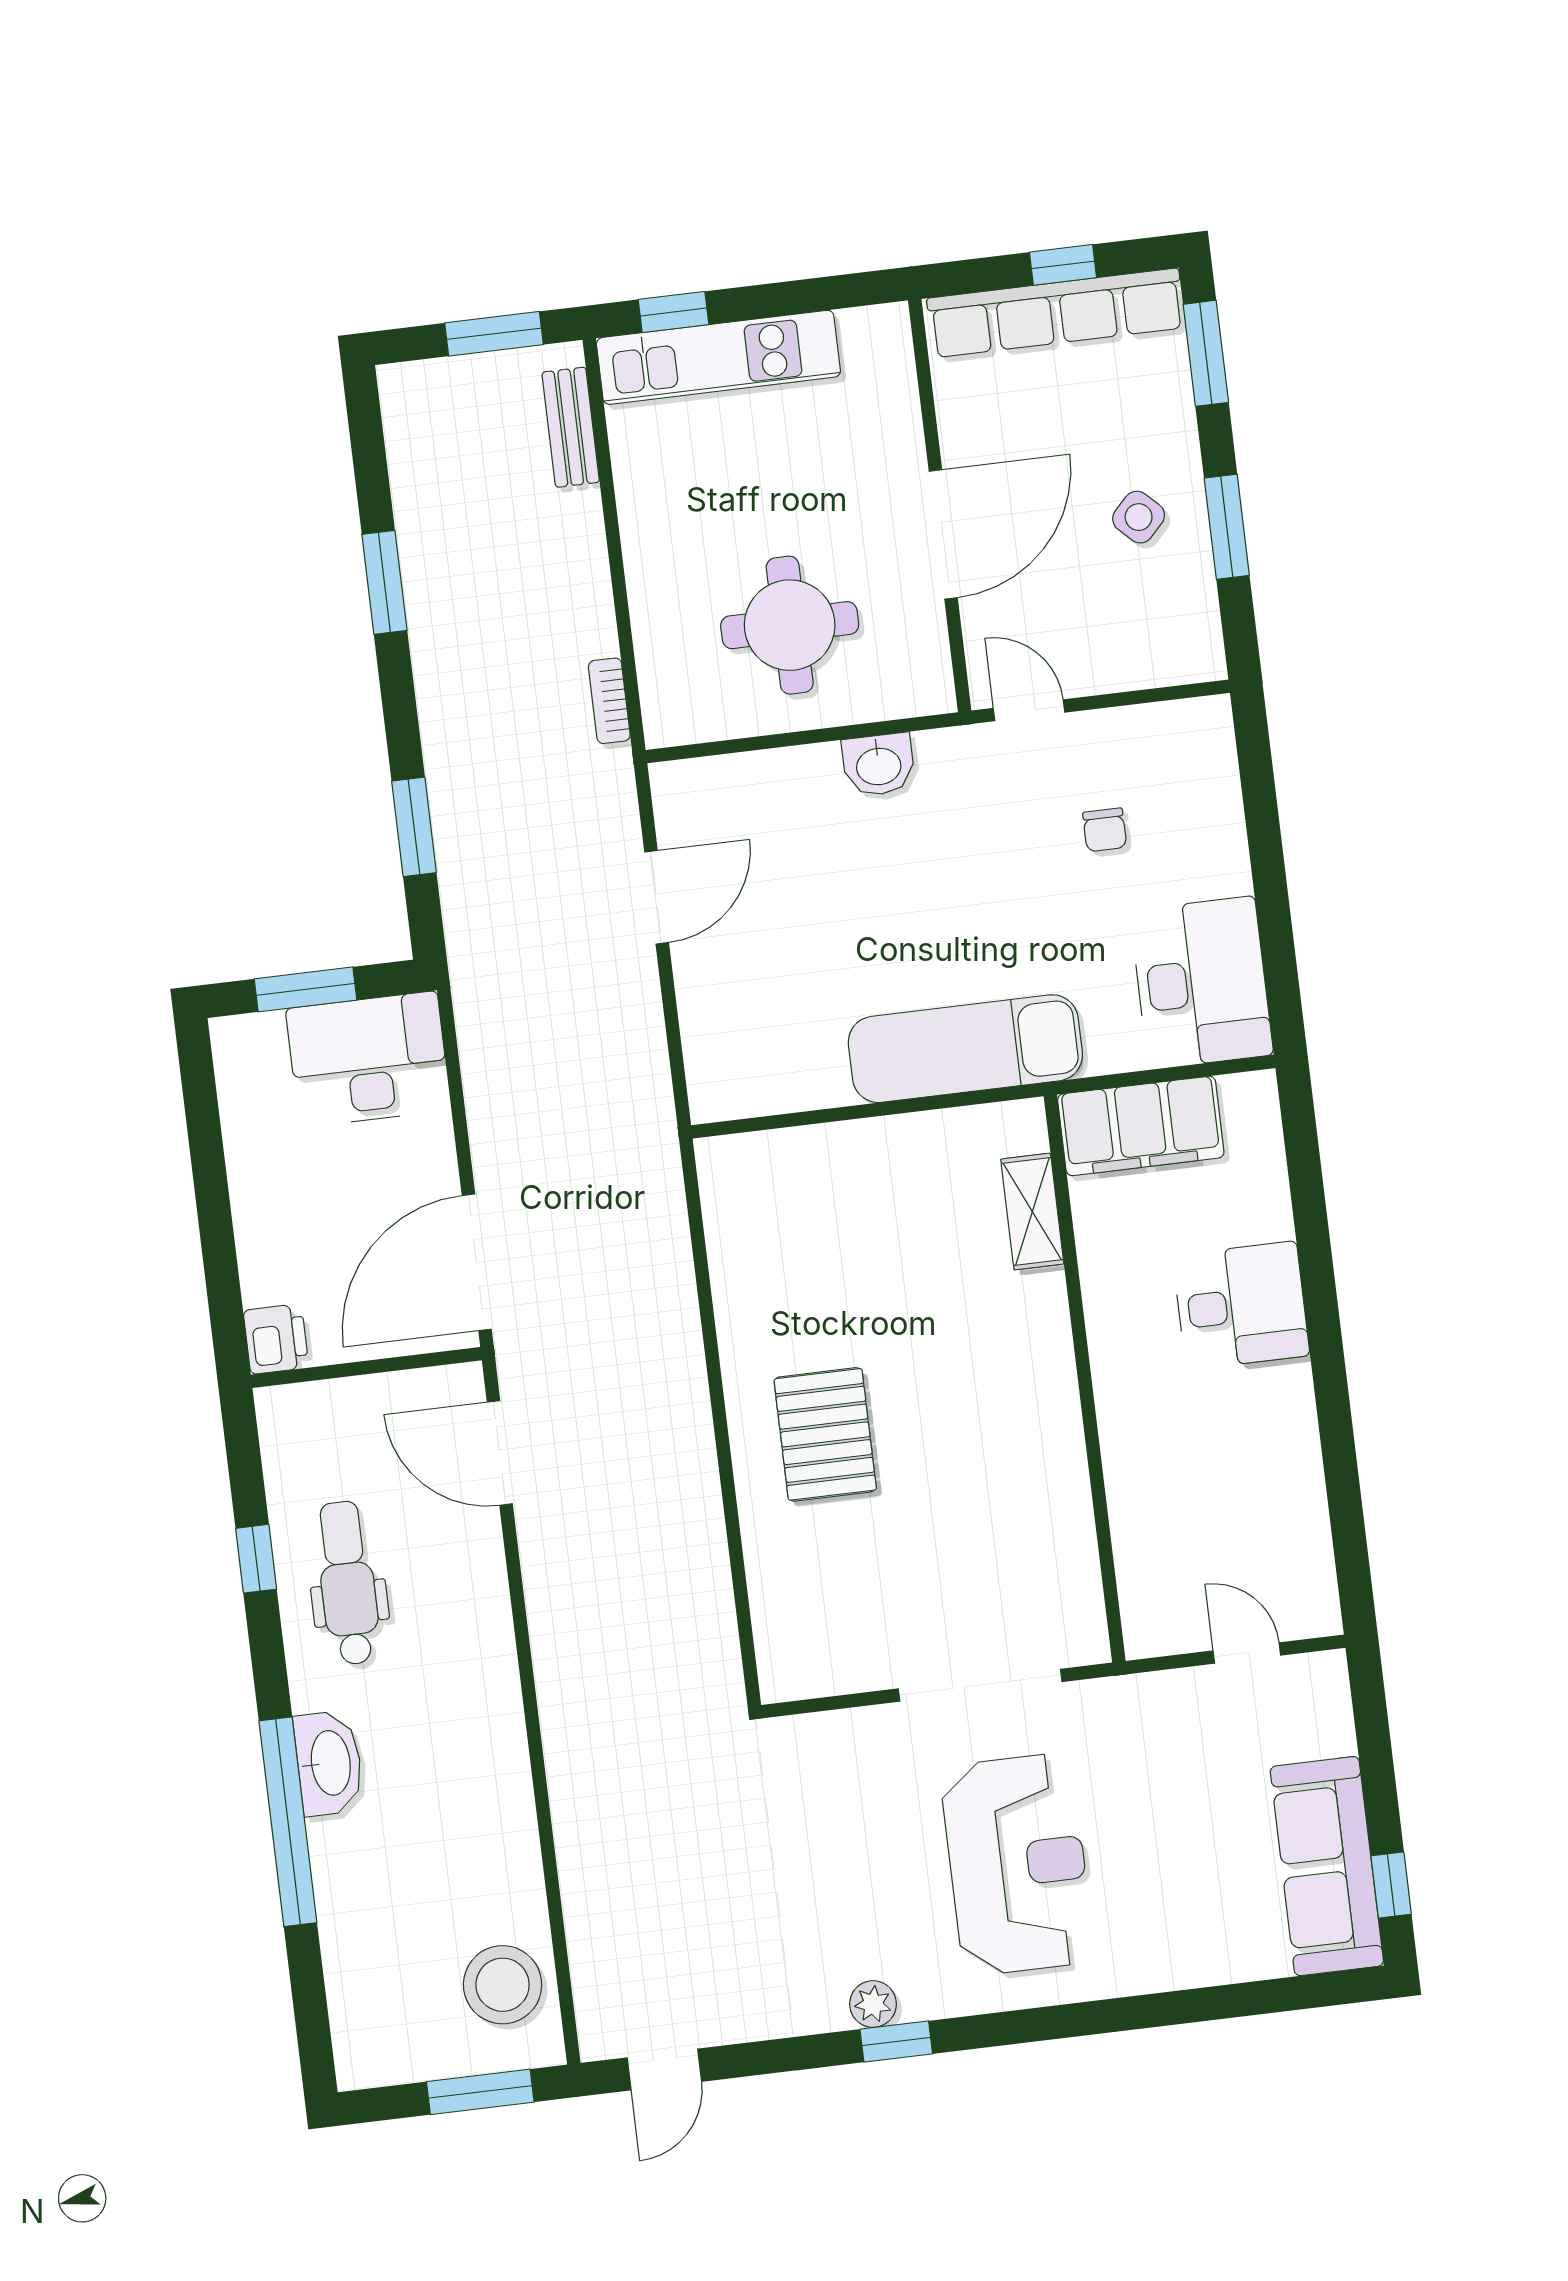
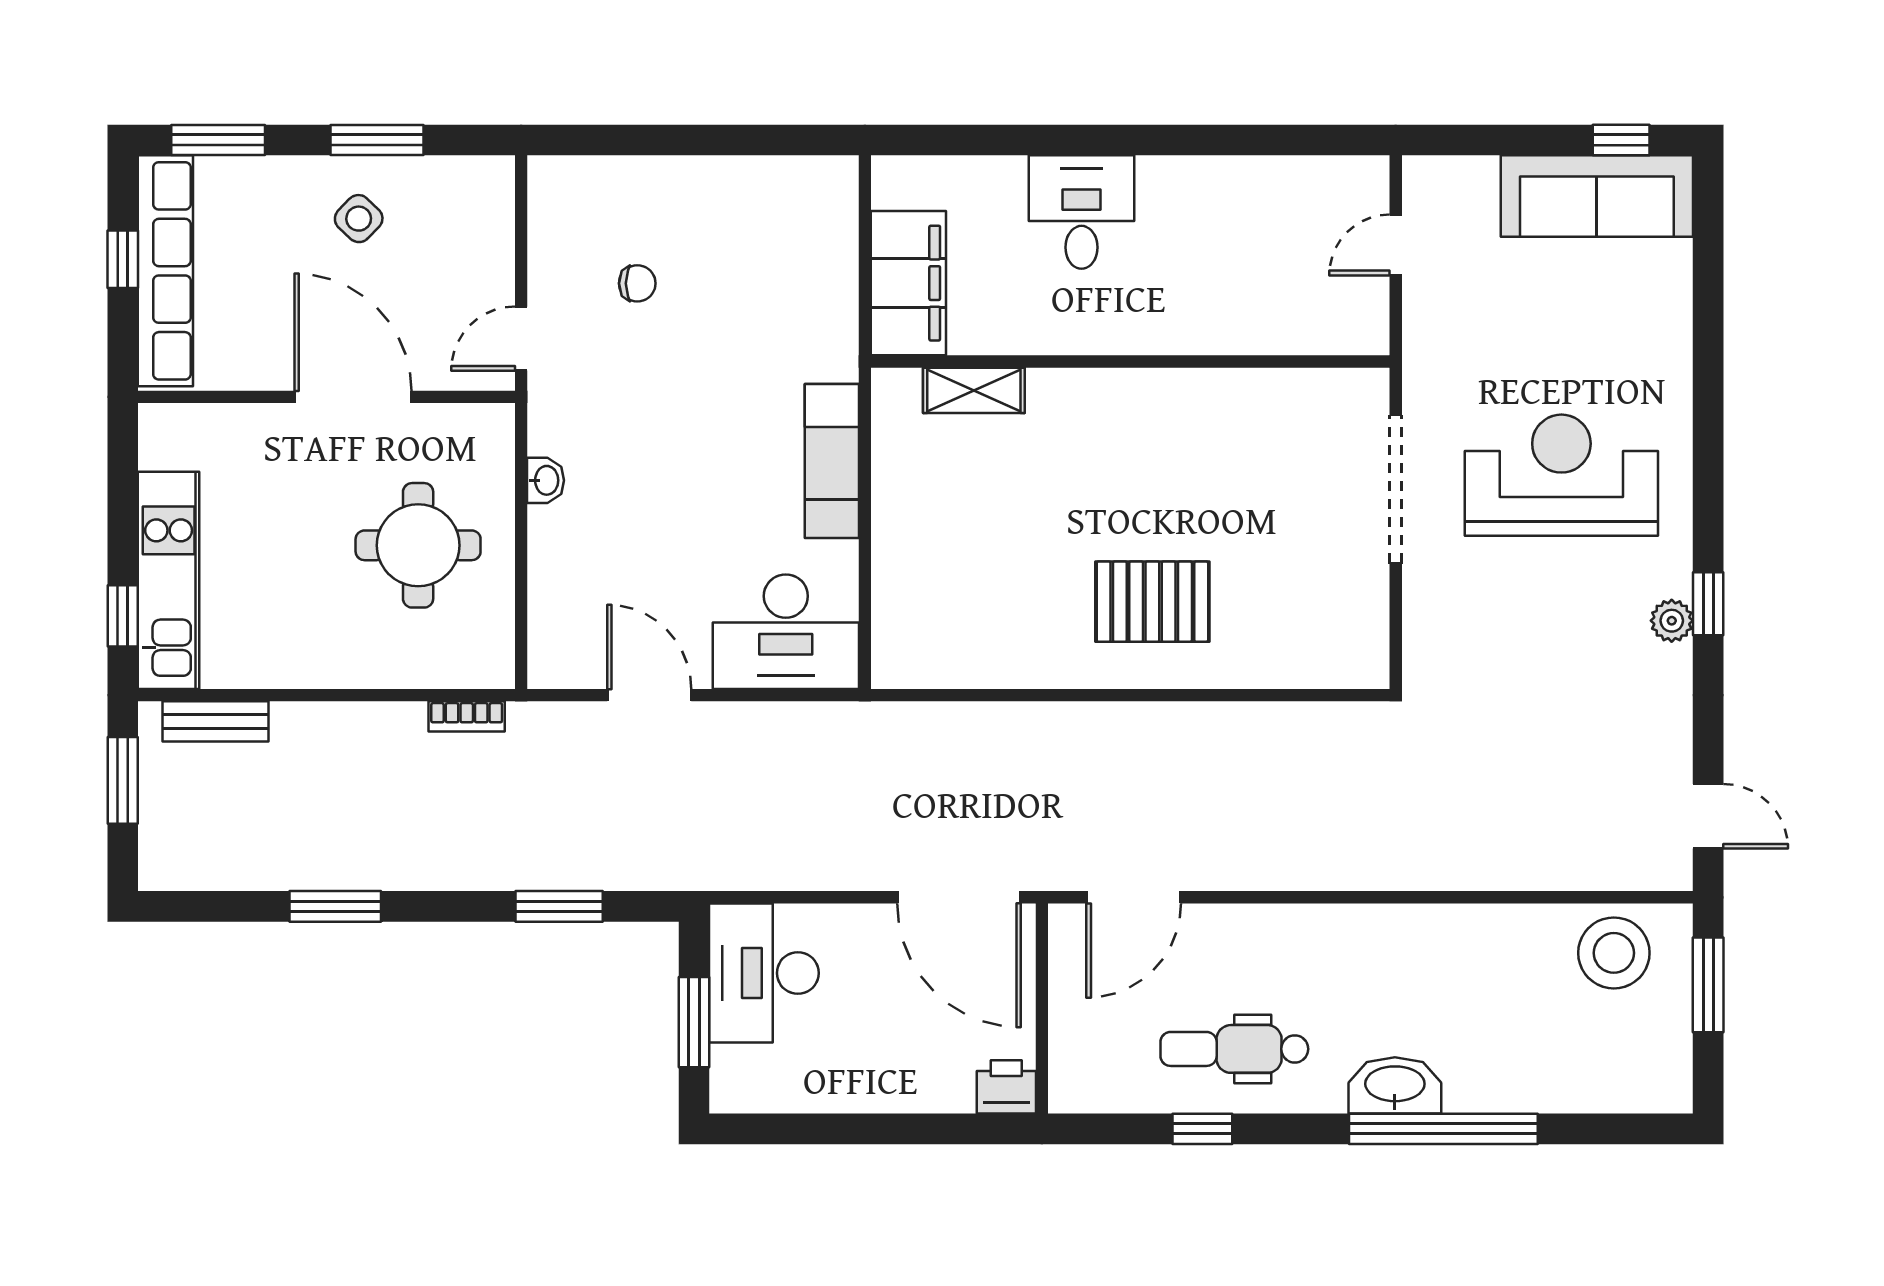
washbasin: (879, 765) -> (546, 480), width x0.72, depth x0.69
desk: (1202, 983) -> (786, 632), moved, turned 180
exam couch: (965, 1049) -> (832, 461), width x0.73, depth x0.69

